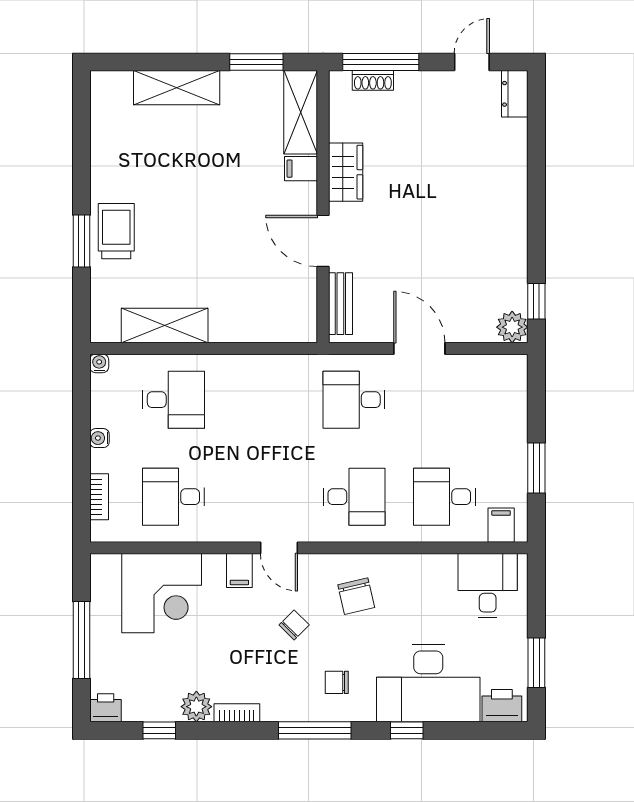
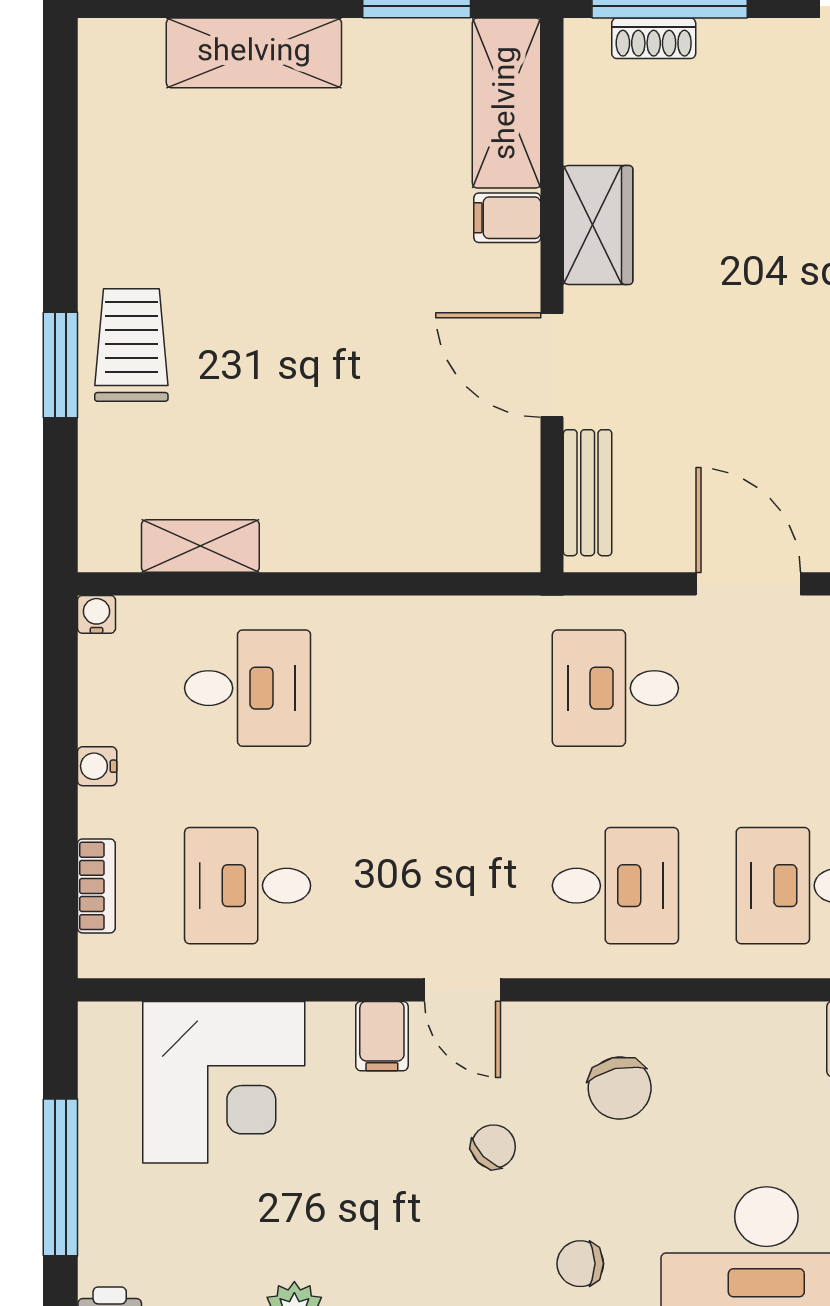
shelving: (165, 326) -> (200, 546), width x0.67, depth x0.75

